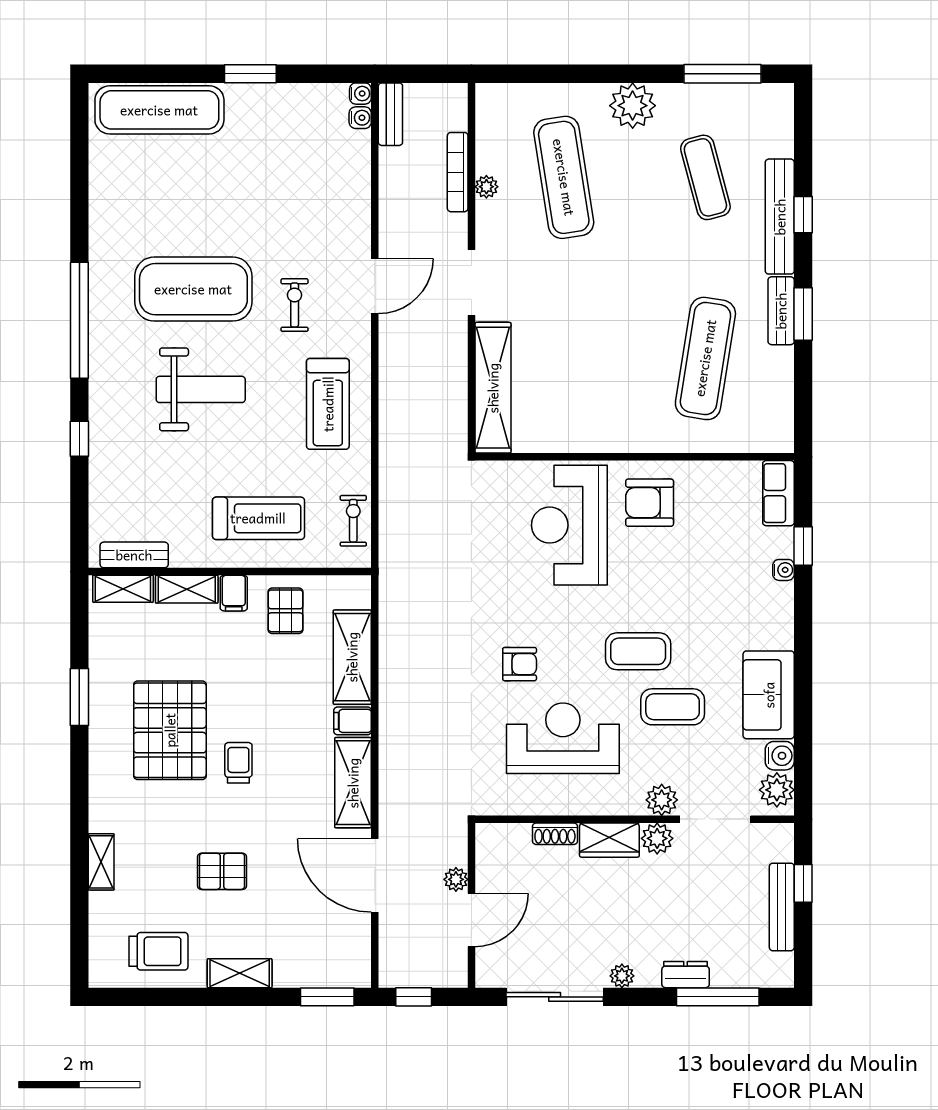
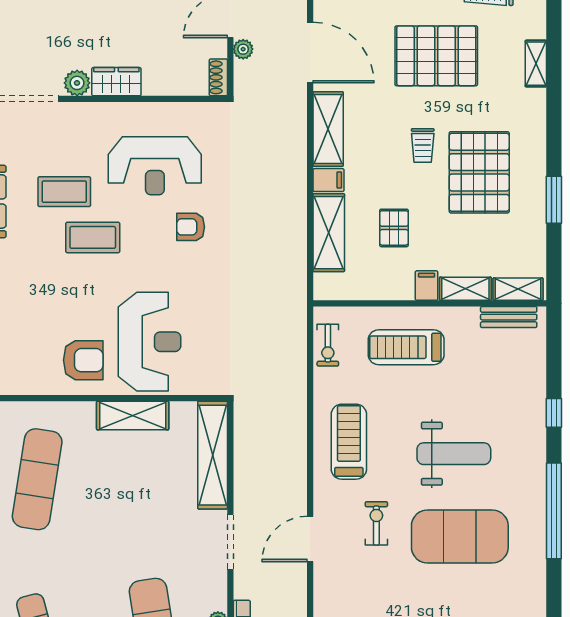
exercise bike: (295, 305) -> (376, 523), turned 180
weight bench: (201, 389) -> (454, 454), turned 180
shelving: (590, 436) -> (133, 415), added
pallet: (285, 611) -> (394, 228), moved
plant: (662, 800) -> (73, 115), removed
shoe rack: (555, 834) -> (218, 77), moved, turned -90
pallet: (222, 871) -> (436, 56), width x2.05, depth x2.00

